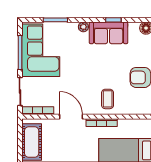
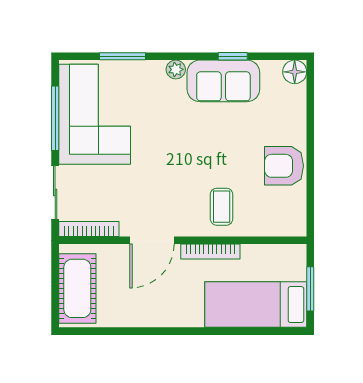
door: (71, 117) -> (152, 240), swing flipped

